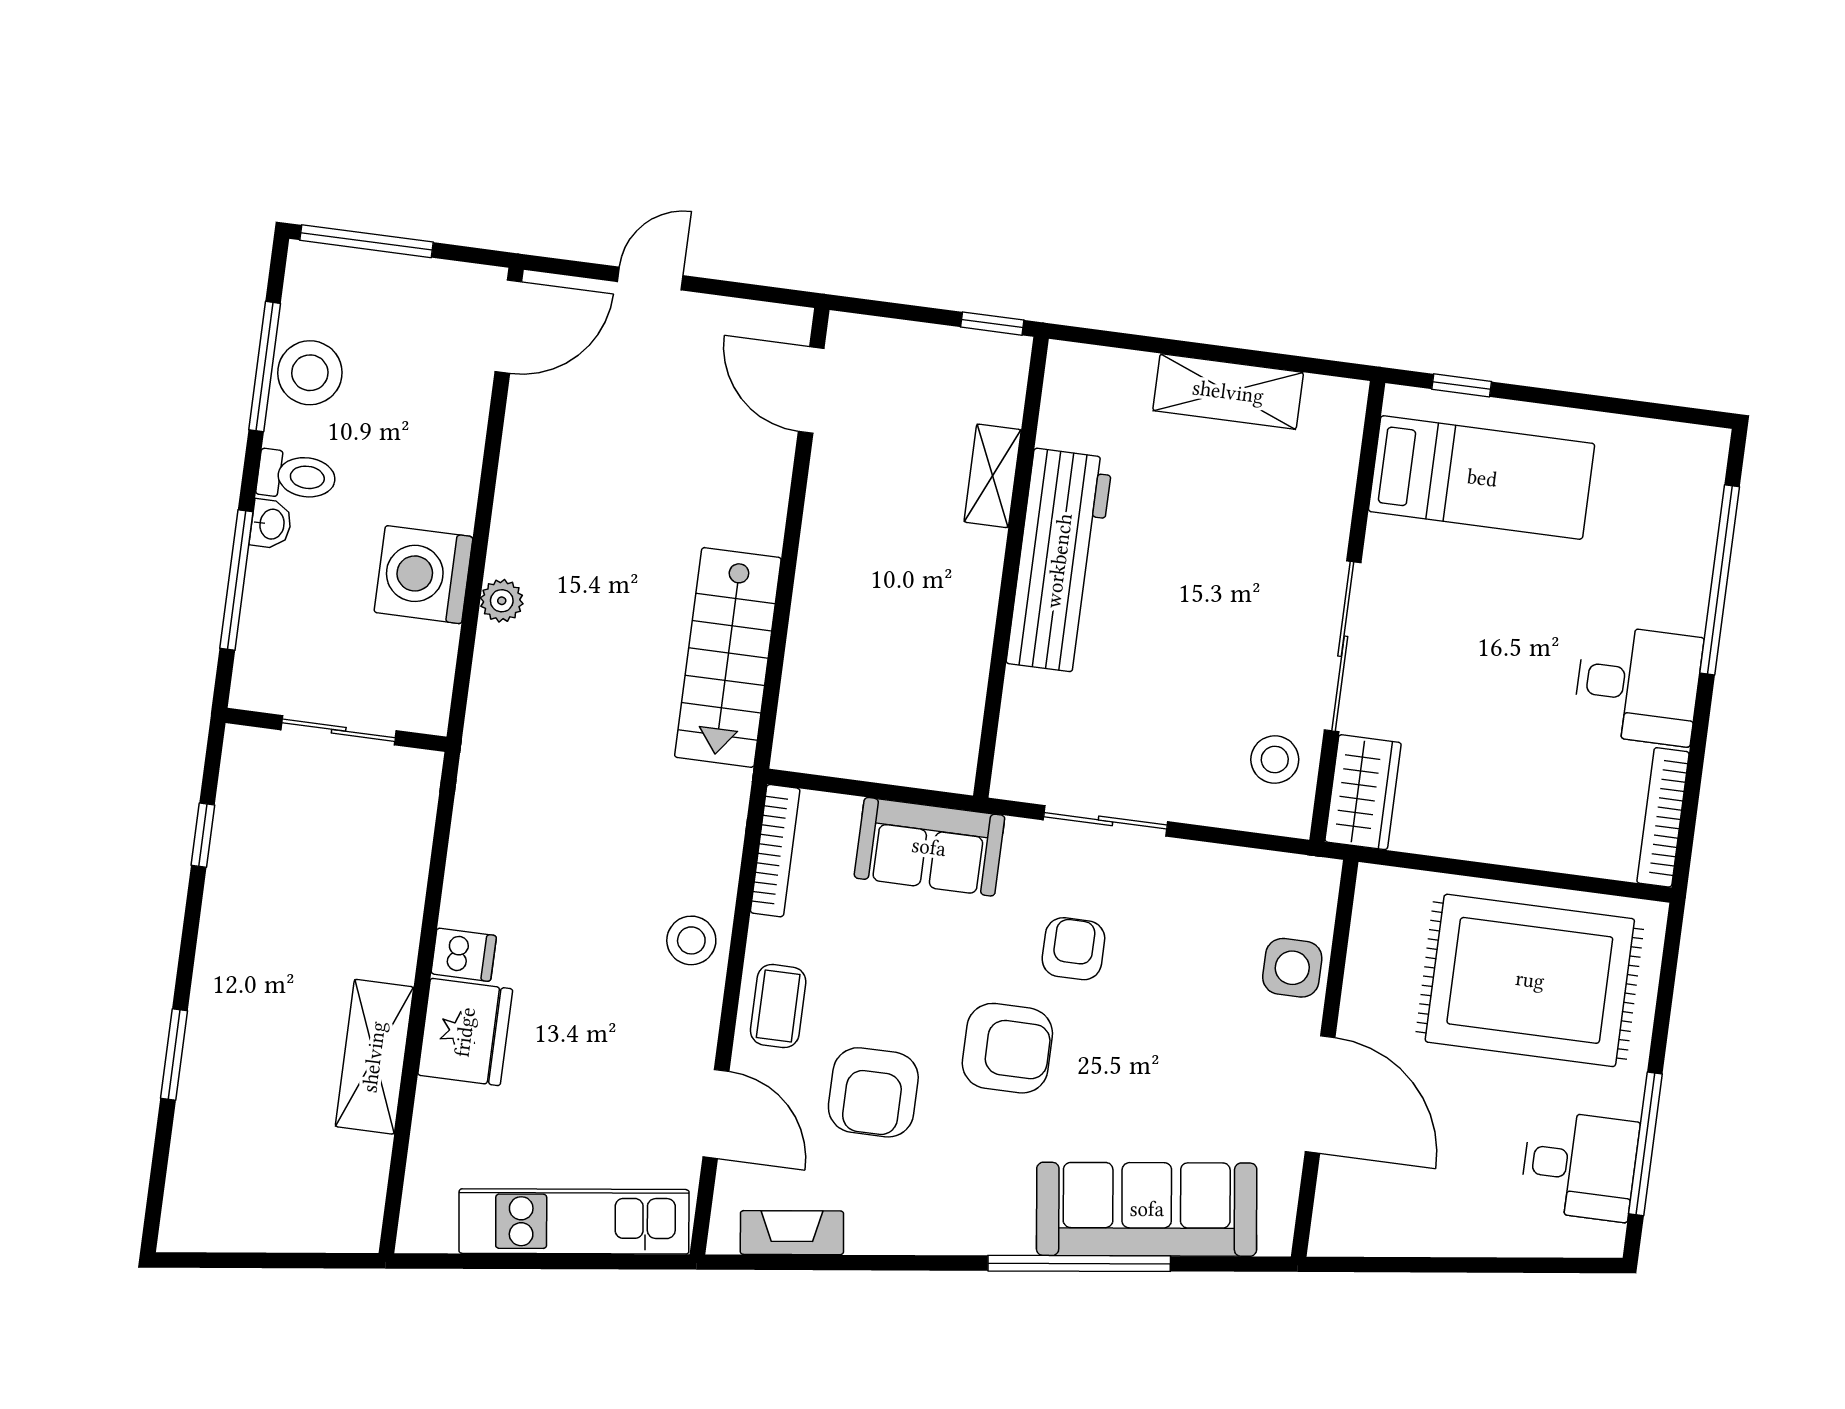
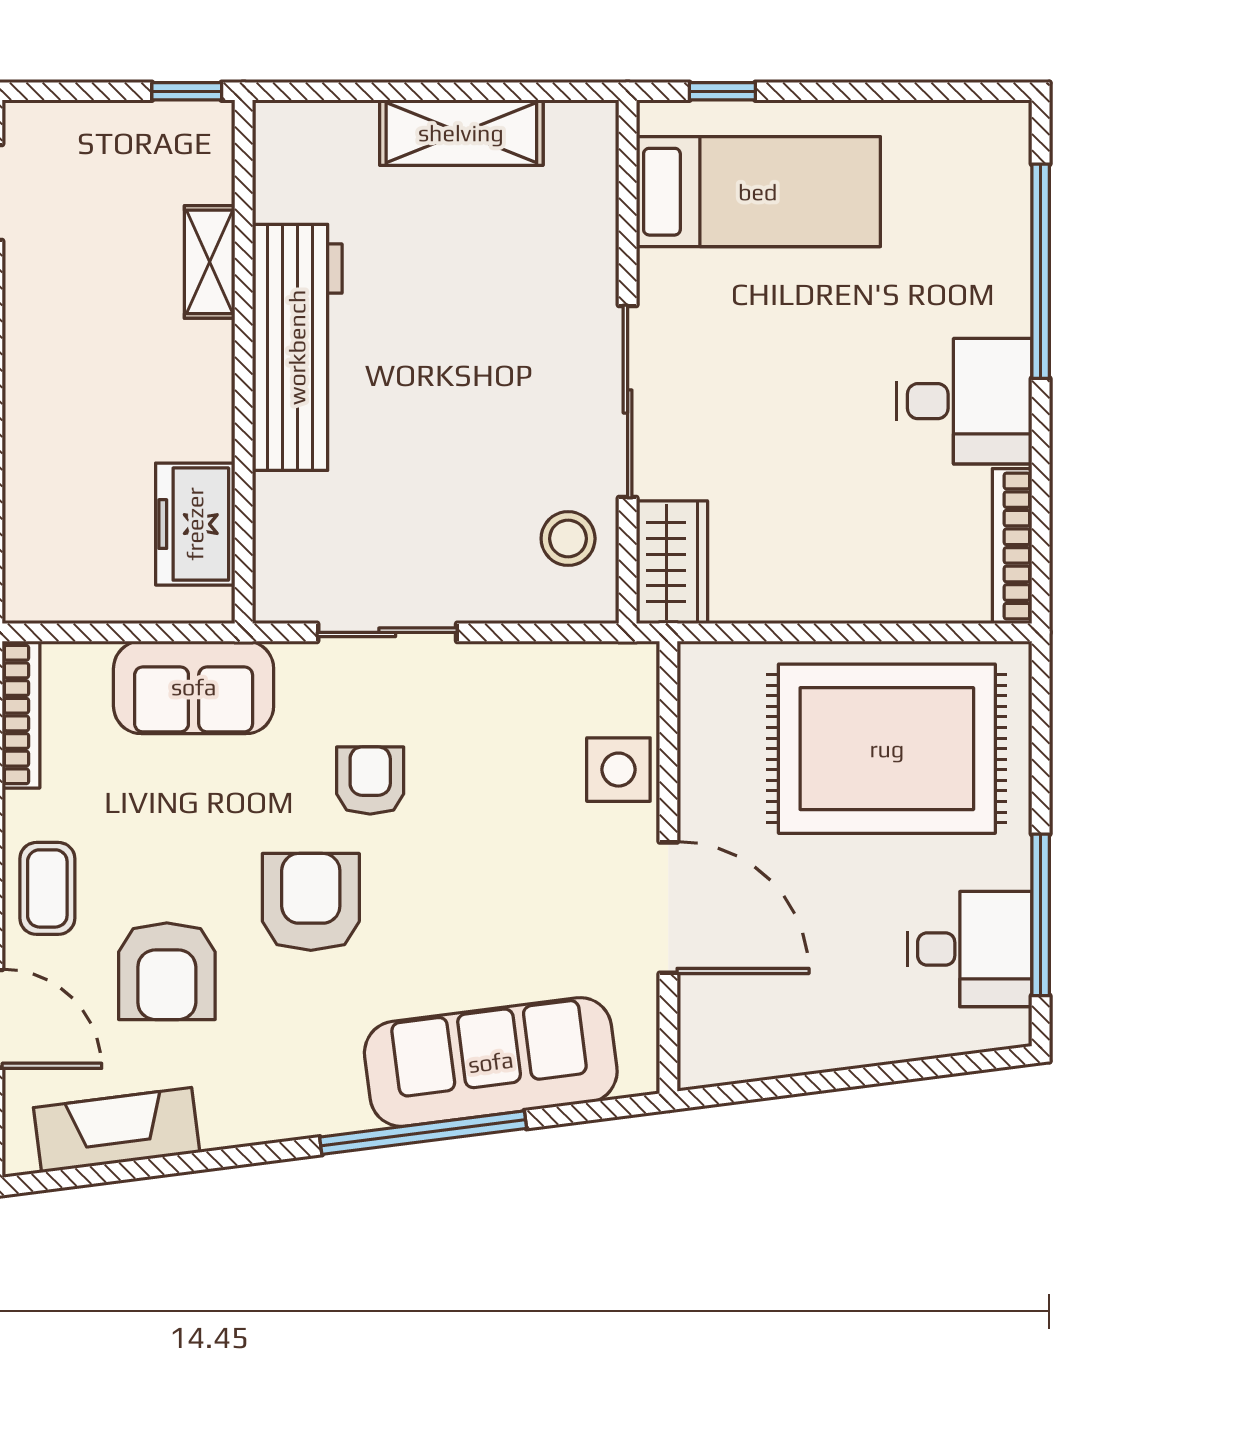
freezer: (950, 704) -> (195, 524), added
armchair: (1007, 1048) -> (311, 902), turned -90
fireplace: (792, 1233) -> (117, 1130), width x1.37, depth x1.32

